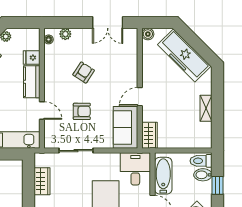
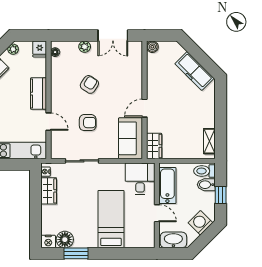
plant: (65, 34) -> (85, 47), moved
freezer: (184, 55) -> (194, 71), width x0.73, depth x0.79
fridge: (32, 58) -> (40, 49), moved, turned -90
shelving: (206, 108) -> (209, 141), moved
nightstand: (39, 161) -> (46, 172), added

